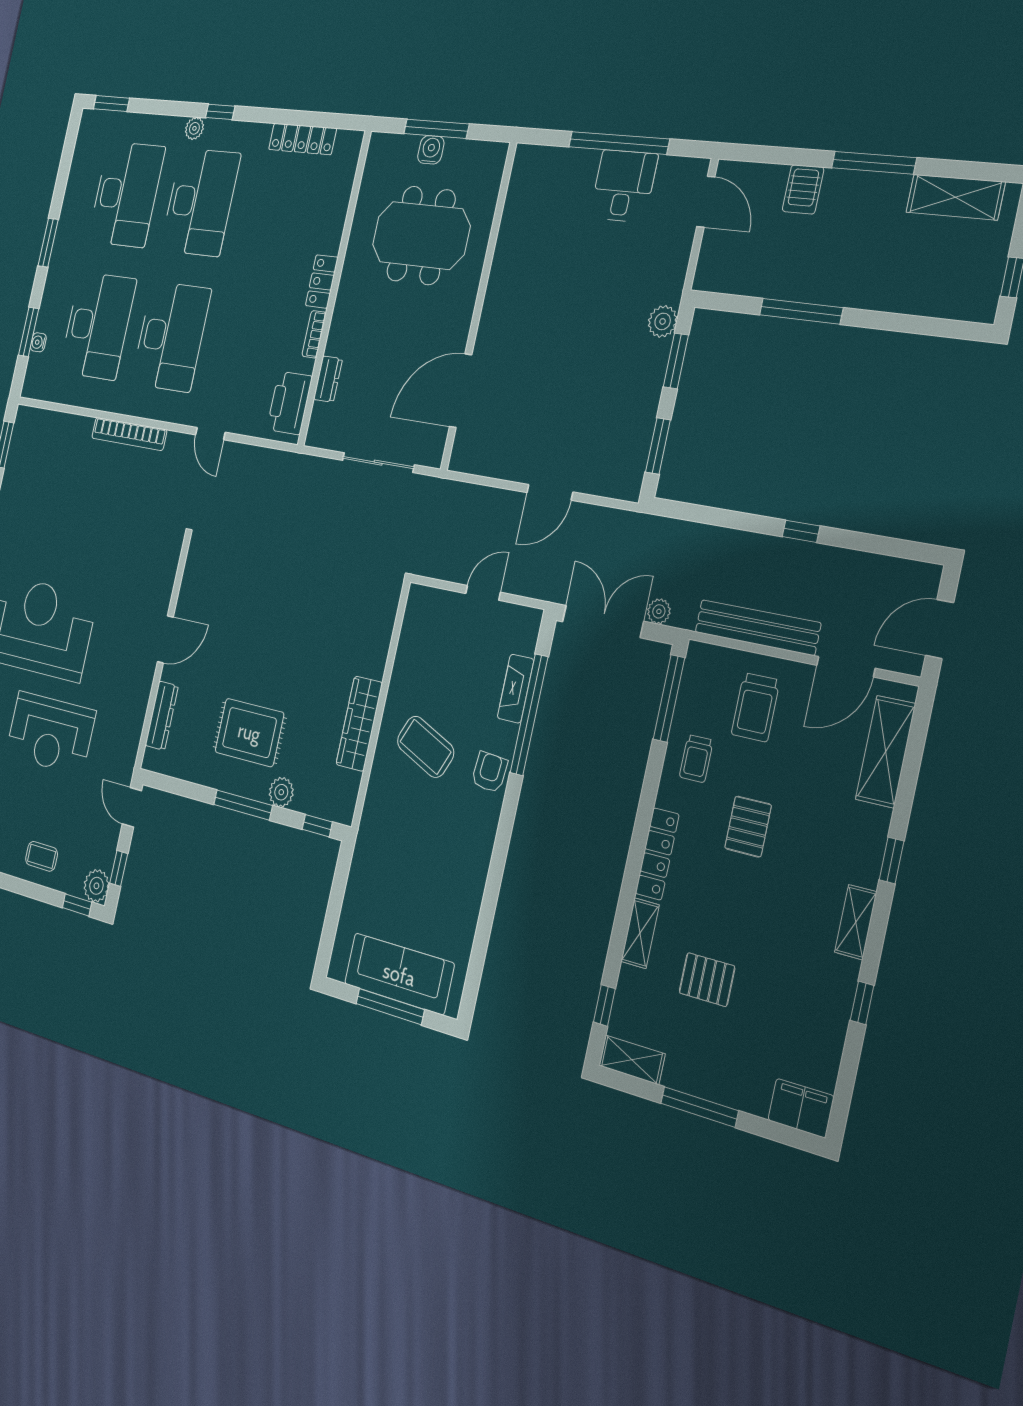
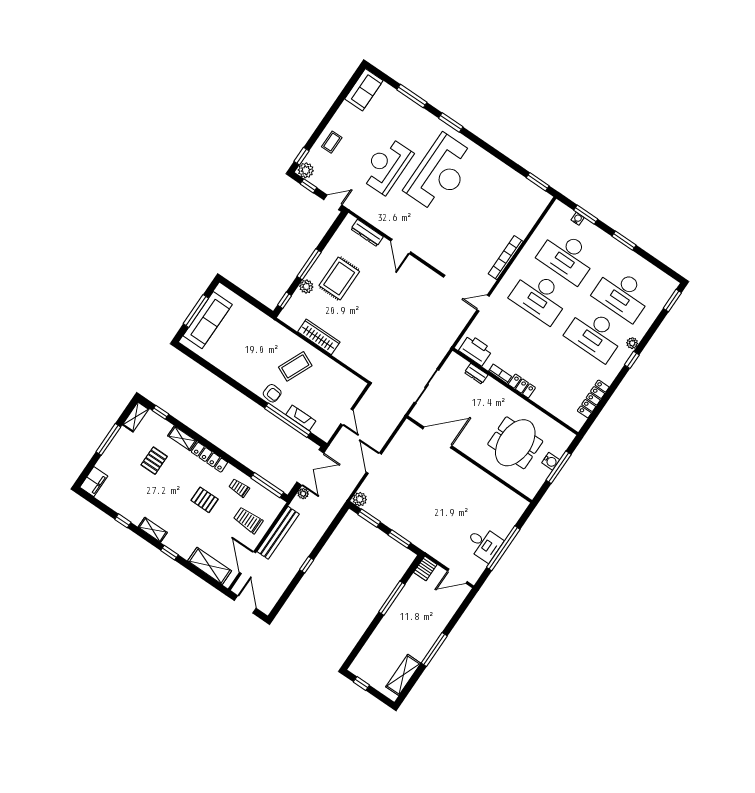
server rack: (803, 189) -> (425, 568), moved, turned -90
plant: (663, 321) -> (360, 499), moved
door: (461, 391) -> (437, 437), hinge flipped

